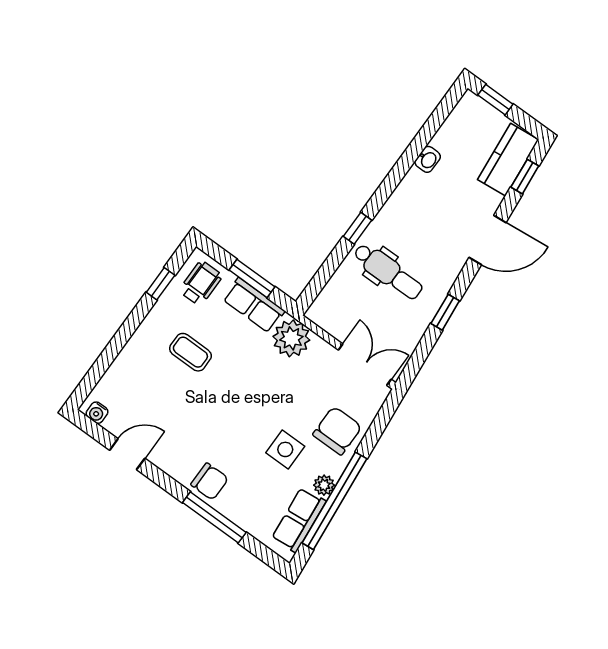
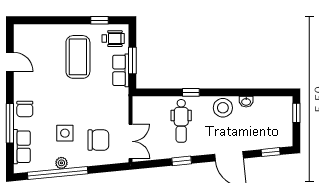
kitchen counter: (508, 160) -> (273, 139), removed
stool: (412, 199) -> (223, 108), added
plant: (291, 338) -> (118, 99), removed
coffee table: (190, 352) -> (78, 57), width x1.86, depth x1.72
water cooler: (97, 413) -> (19, 34), removed
chair: (337, 431) -> (98, 140), moved
row of seats: (299, 520) -> (22, 147), moved, turned 96

